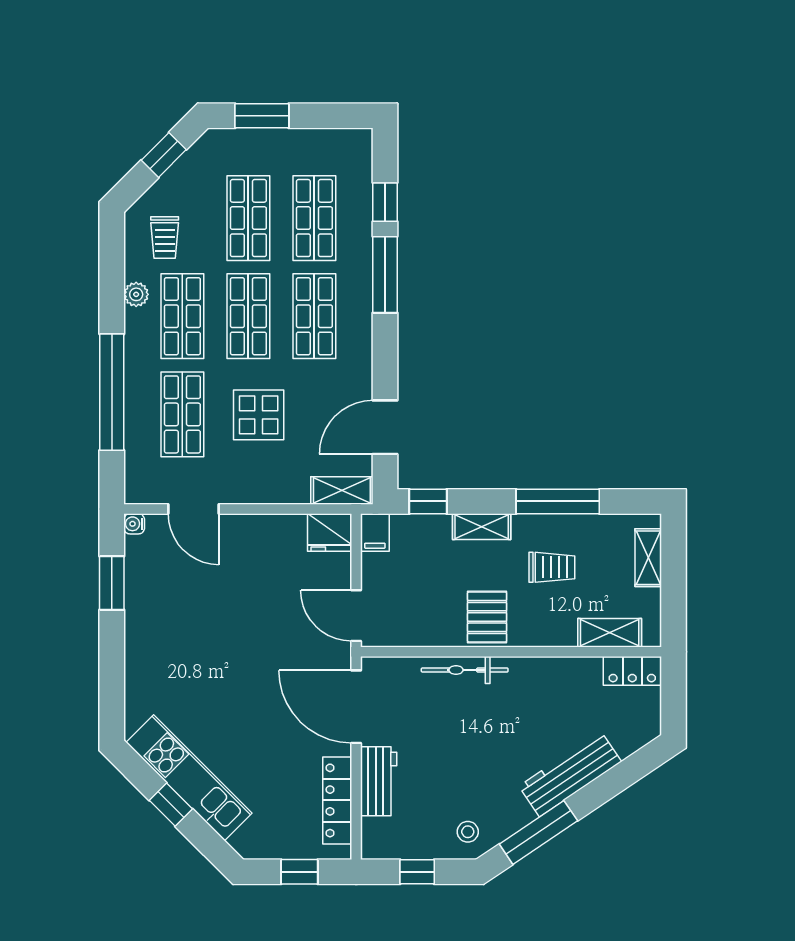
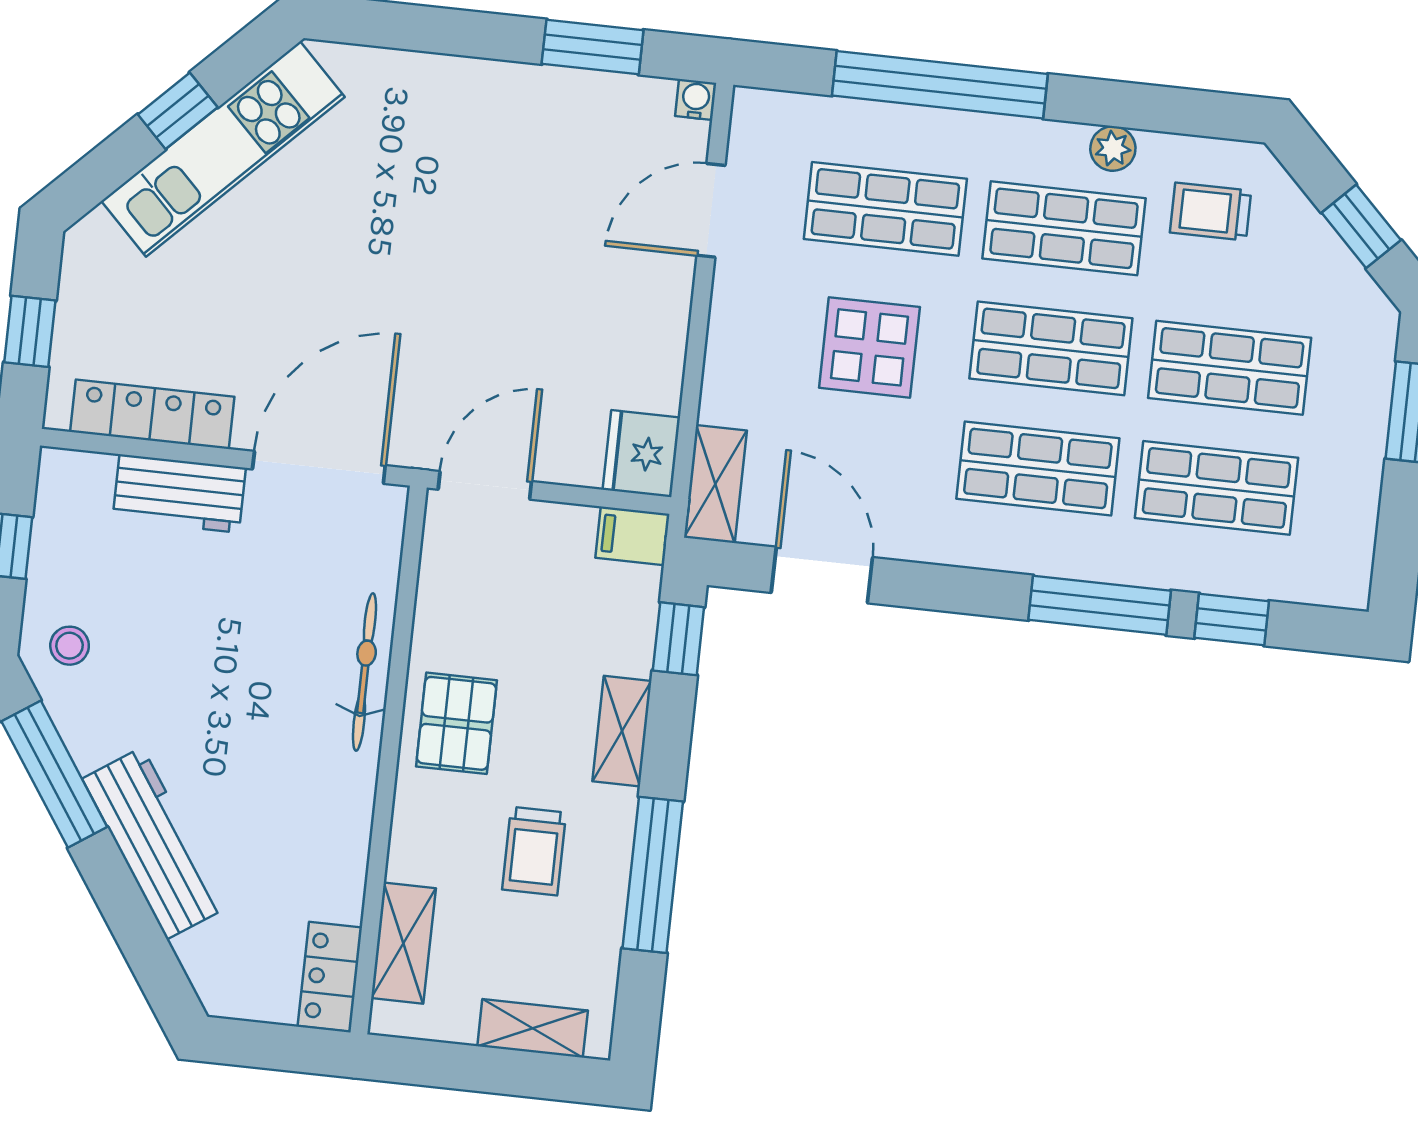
pallet: (487, 617) -> (456, 723), turned 90

